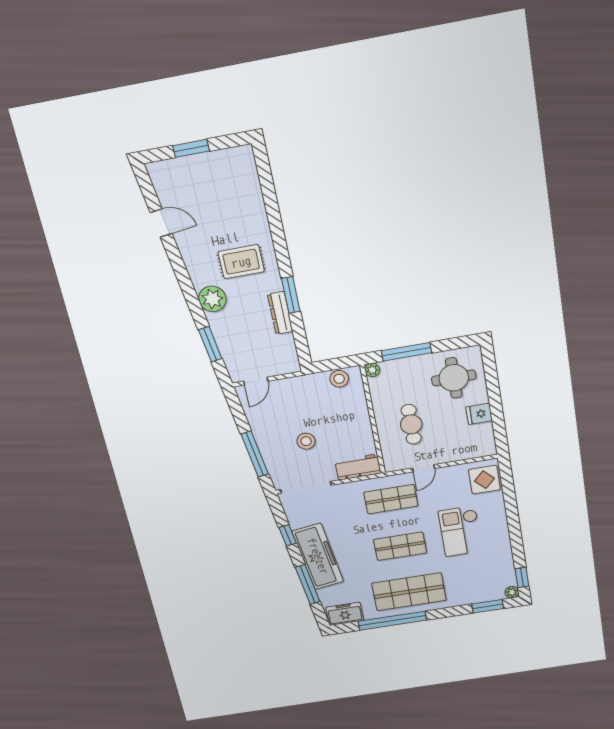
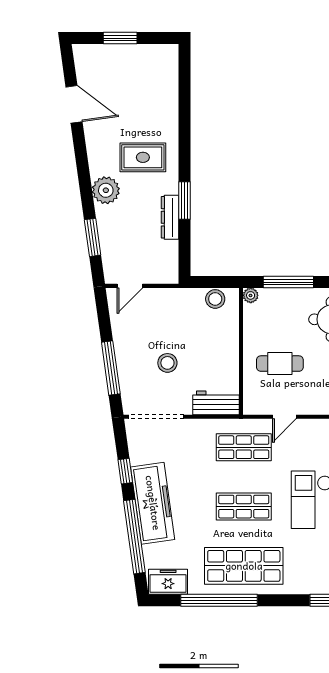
door: (161, 223) -> (74, 104), width x1.38
cafe table: (411, 424) -> (280, 364), turned 90
window: (308, 585) -> (134, 537), width x1.46

